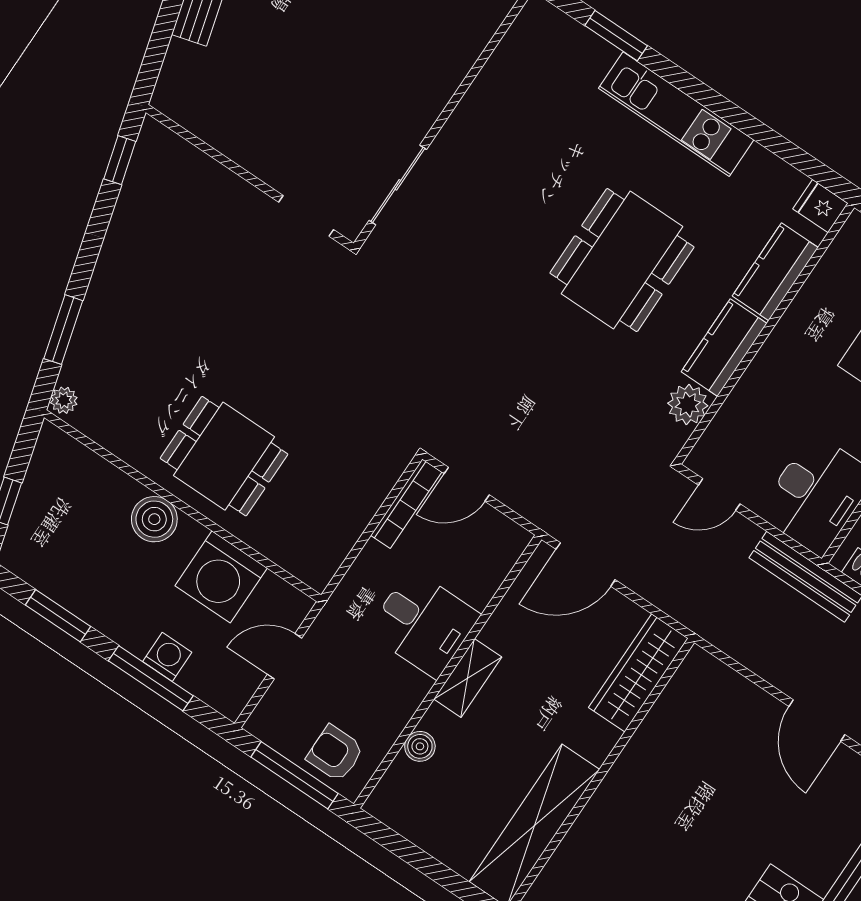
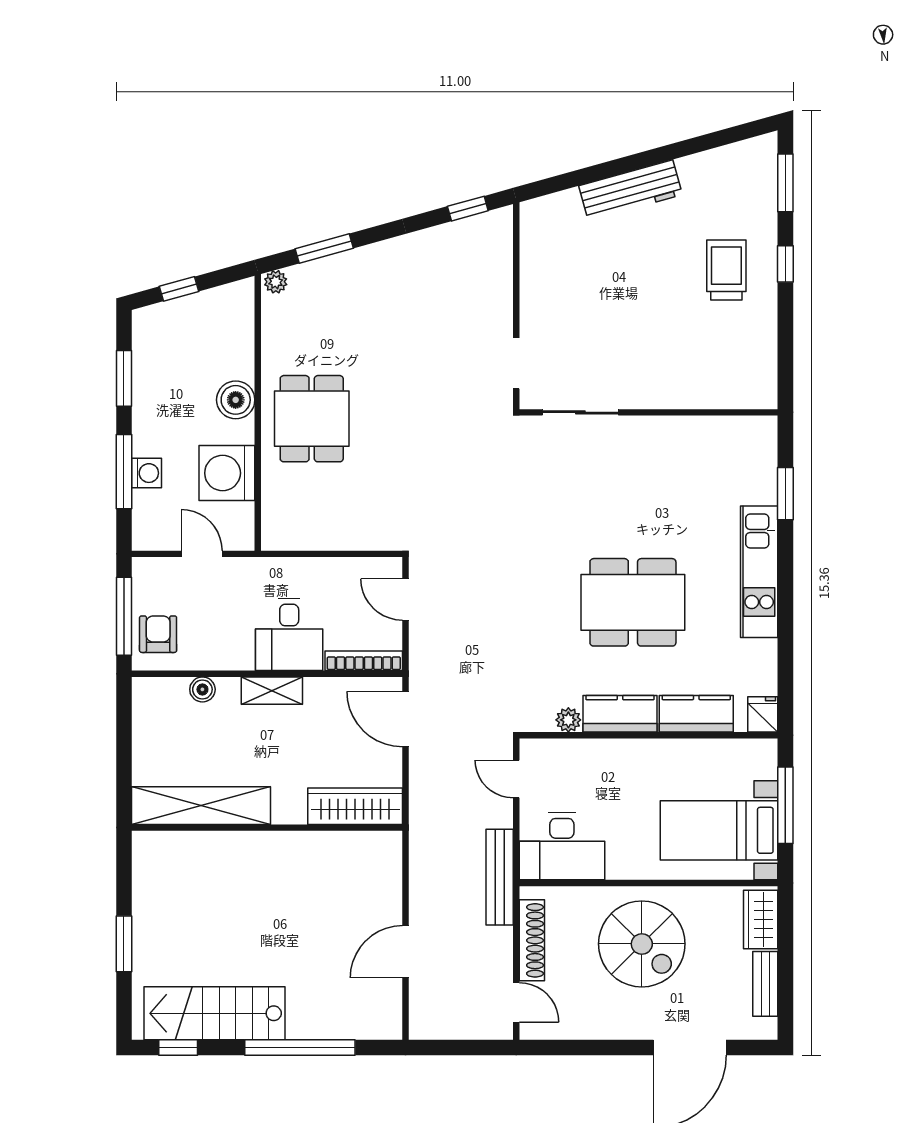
plant: (688, 405) -> (568, 720), width x0.73, depth x0.73
bookcase: (406, 504) -> (364, 661), moved, turned 180

